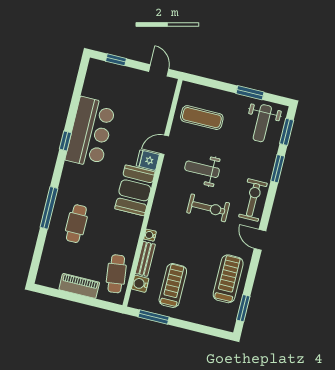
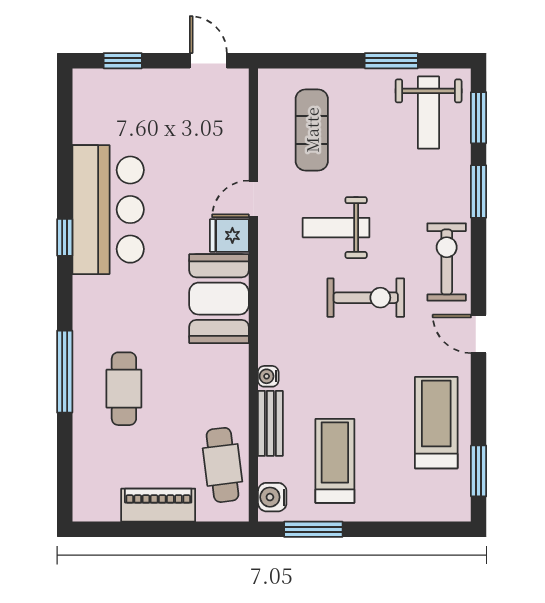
exercise mat: (202, 118) -> (312, 130), turned 90
water cooler: (140, 284) -> (272, 497), moved

